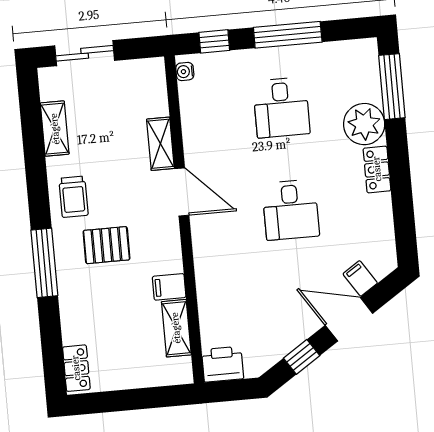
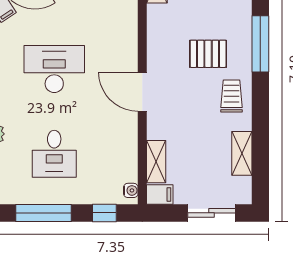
desk: (281, 107) -> (54, 154), turned 180
shelving: (160, 144) -> (156, 162), moved
desk: (291, 210) -> (54, 69), width x1.37
filing cabinet: (169, 287) -> (160, 194), moved

